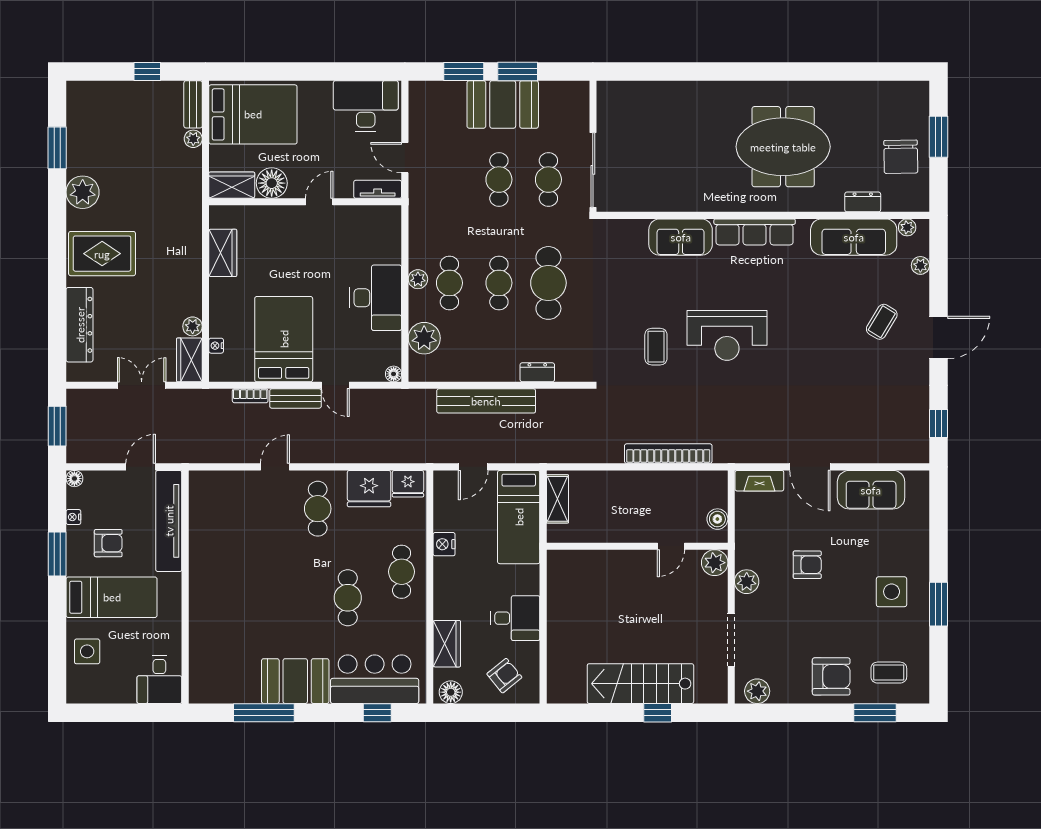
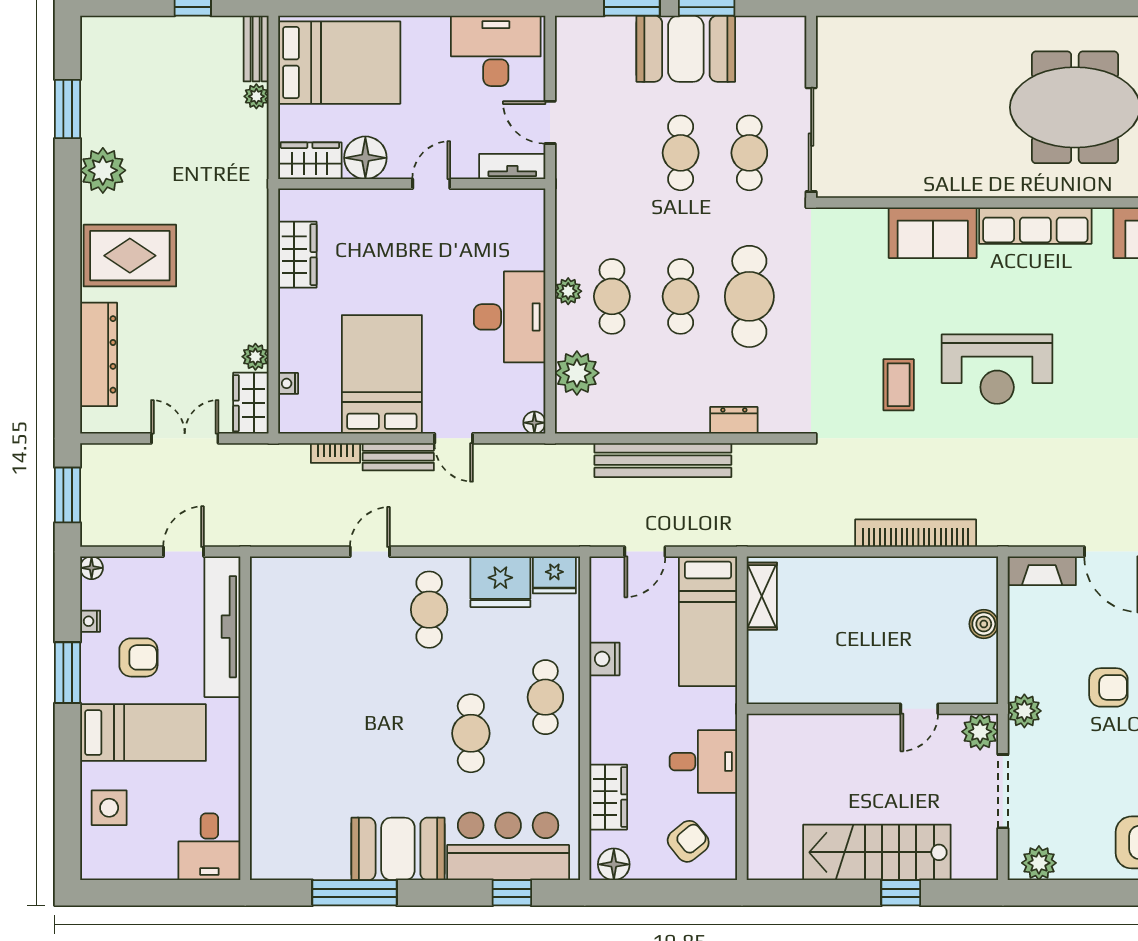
wall: (637, 546) -> (872, 709), moved
door: (671, 546) -> (919, 709), moved
plant: (715, 563) -> (980, 732), moved

